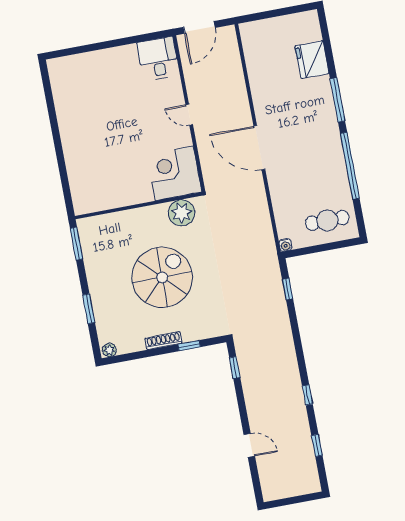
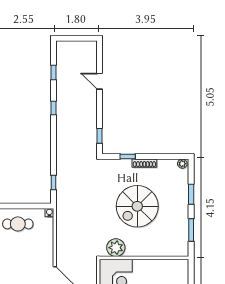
window: (76, 244) -> (191, 230), moved

